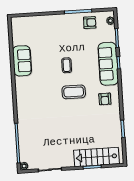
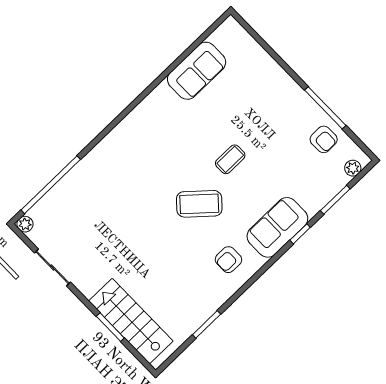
sofa: (22, 61) -> (197, 71), moved
sofa: (108, 64) -> (277, 227), width x0.73
coffee table: (74, 92) -> (199, 204), turned -48

